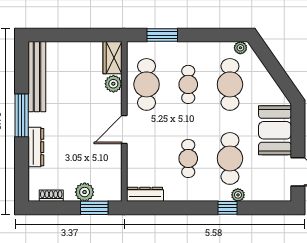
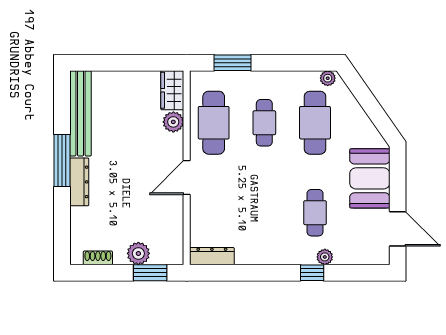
dresser: (36, 147) -> (79, 182), moved
cafe table: (188, 158) -> (264, 213), removed
cafe table: (230, 158) -> (315, 213), width x0.73, depth x0.74

